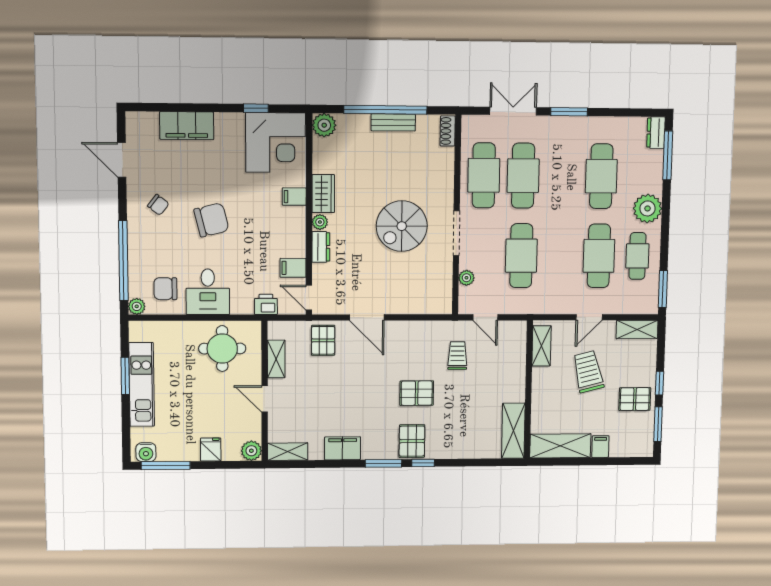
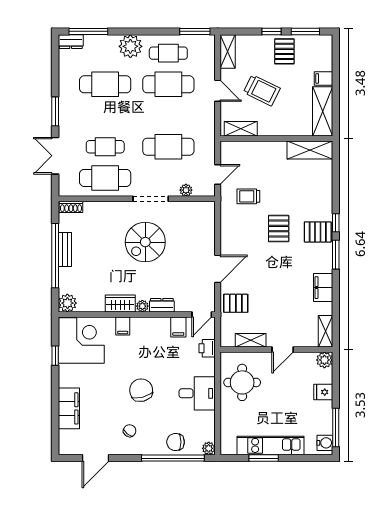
cafe table: (523, 176) -> (105, 147), width x0.73, depth x0.74
spiral stairs: (402, 226) -> (145, 242), turned 90
chair: (165, 289) -> (176, 442), moved, turned 90
trolley: (588, 372) -> (262, 90), turned -140

